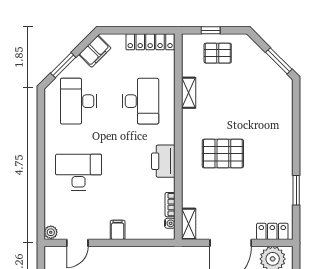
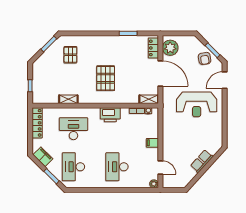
pallet: (218, 53) -> (70, 55), moved
desk: (79, 101) -> (73, 167), turned 90

